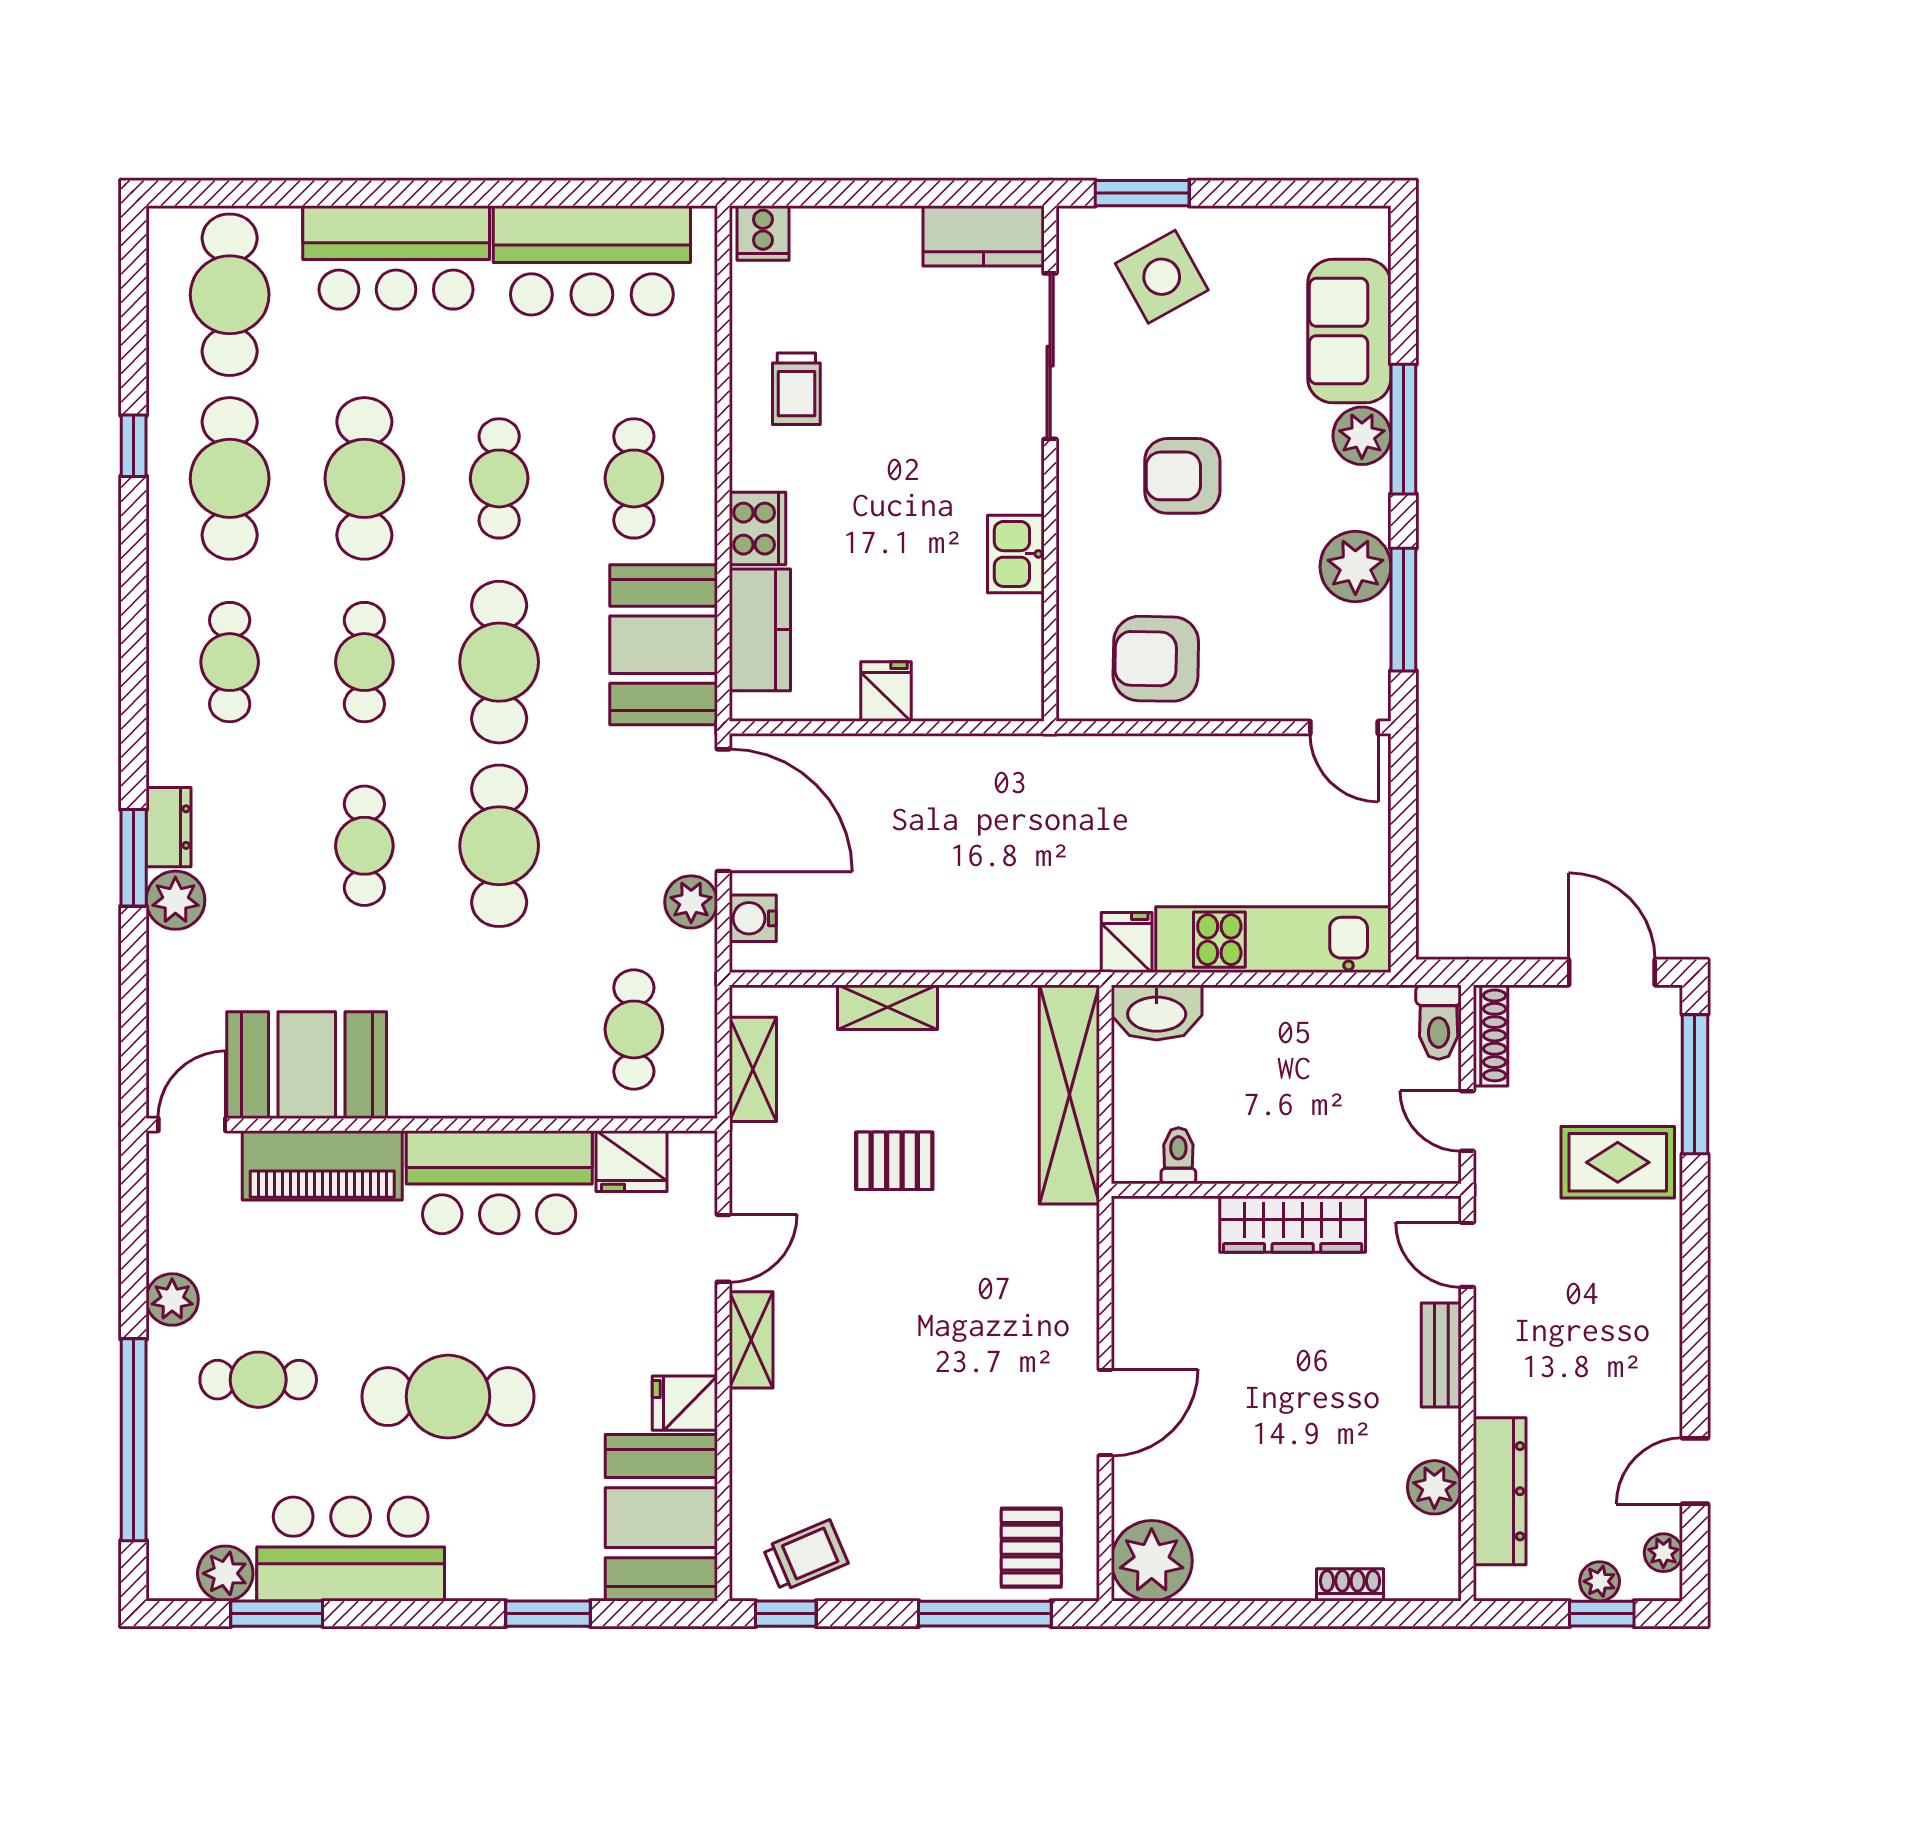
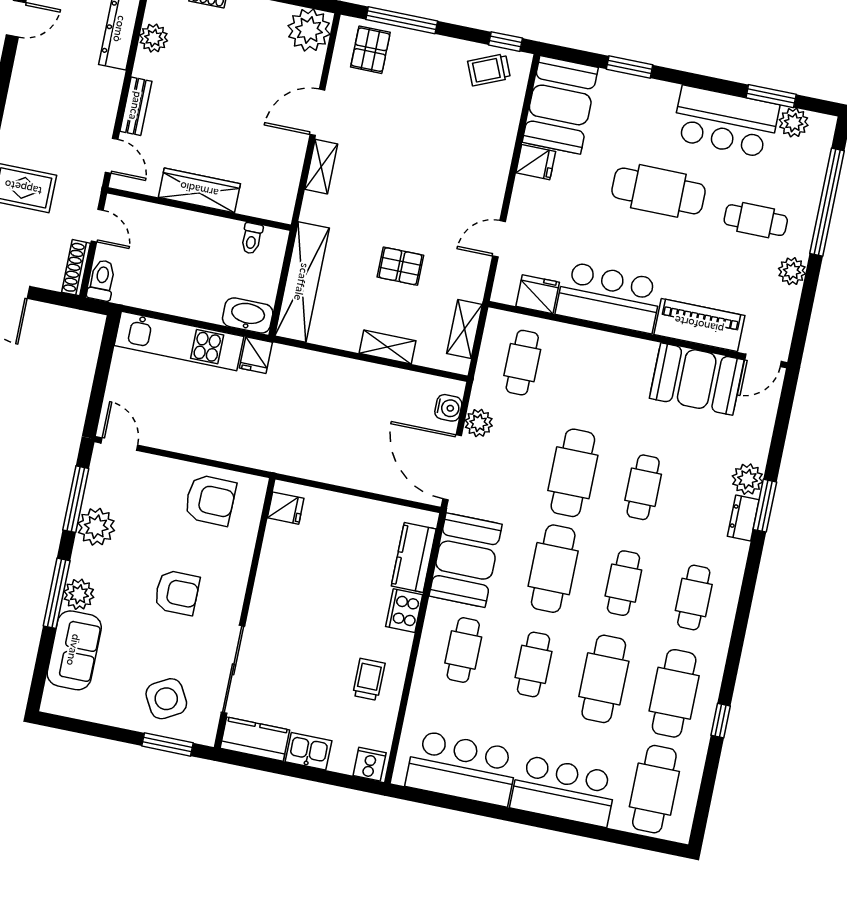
kitchen sink: (1016, 554) -> (309, 751), moved, turned -90
fridge: (886, 691) -> (286, 508), moved, turned -90
shelving: (751, 1340) -> (321, 167), moved

